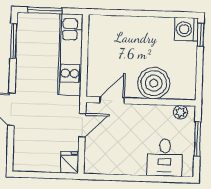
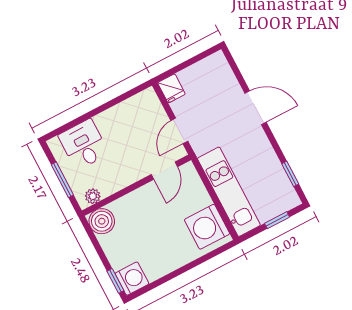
window: (45, 10) -> (277, 220), width x0.67
washing machine: (103, 37) -> (207, 227), added
window: (14, 41) -> (290, 174), width x0.67
boiler: (154, 83) -> (102, 221), moved, width x0.73, depth x0.73

